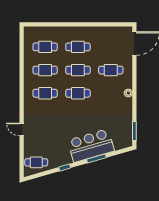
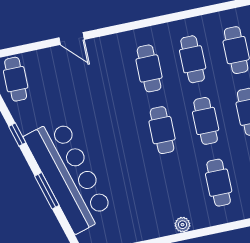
door: (22, 129) -> (72, 39), swing flipped
bar counter: (91, 146) -> (69, 175), width x1.36

